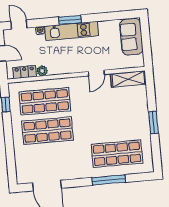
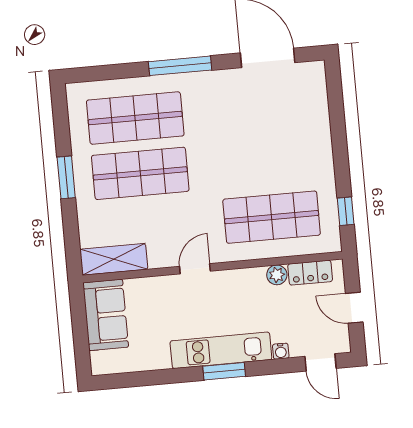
sofa: (131, 37) -> (106, 315), moved
door: (96, 73) -> (195, 269), moved
shop shelf: (47, 131) -> (140, 173), moved
window: (109, 180) -> (180, 66), moved

